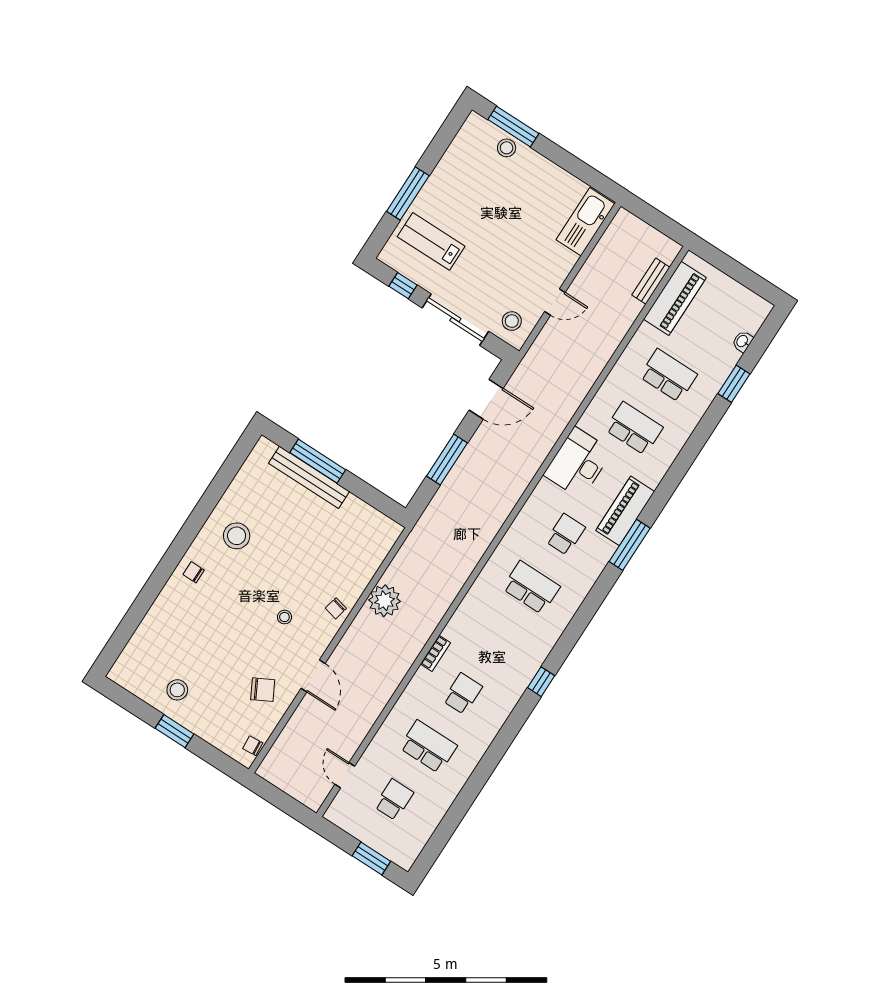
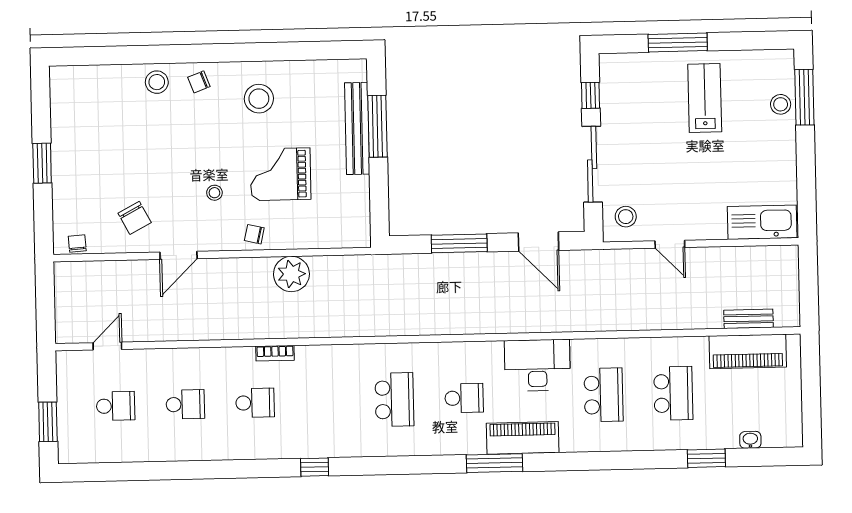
lab bench: (431, 241) -> (705, 98), moved
grand piano: (304, 558) -> (280, 174), added
chair: (194, 572) -> (199, 82), turned -111
stool: (177, 690) -> (157, 82), moved
school desk: (428, 747) -> (185, 404), width x0.54

